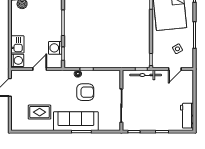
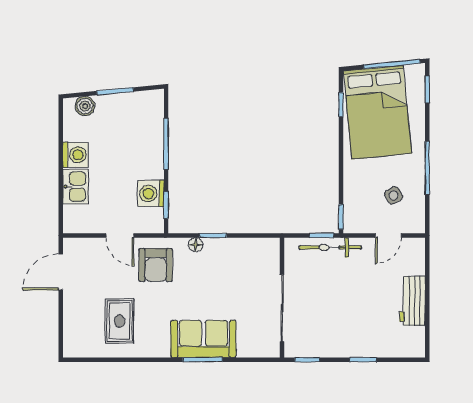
washing machine: (17, 60) -> (75, 155), moved
door: (40, 69) -> (120, 235), swing flipped
armchair: (85, 92) -> (156, 265), moved, turned 90
rug: (40, 112) -> (120, 321), turned 90
workbench: (187, 116) -> (412, 301), moved
sofa: (76, 121) -> (203, 339), width x0.73

